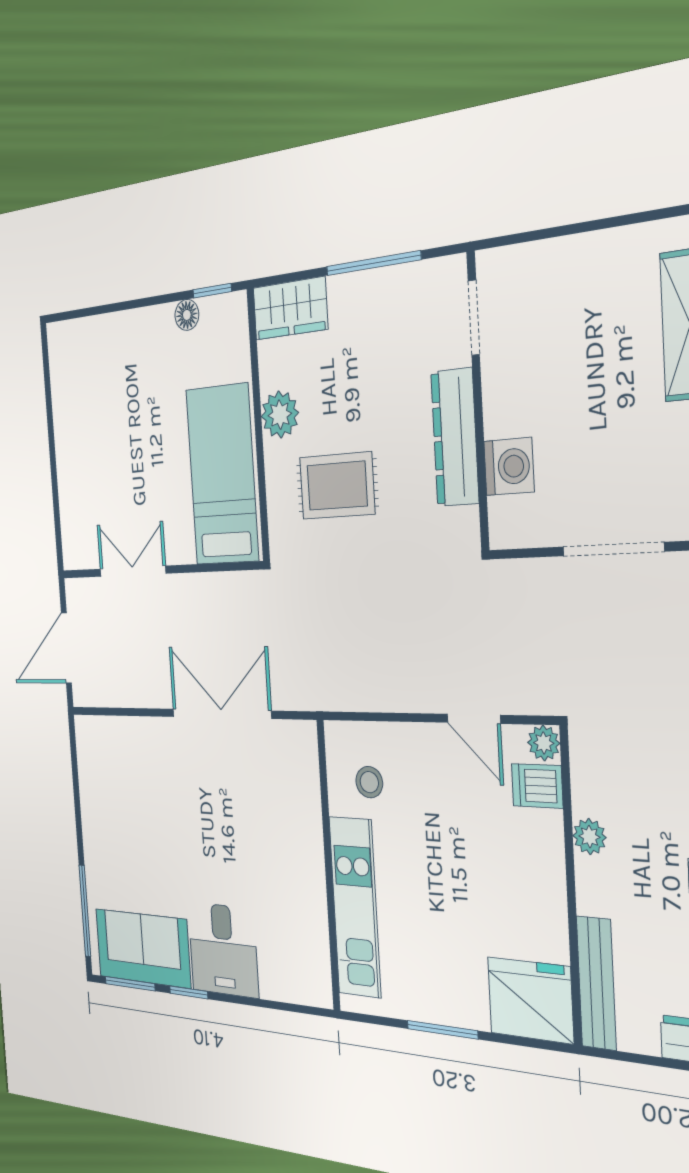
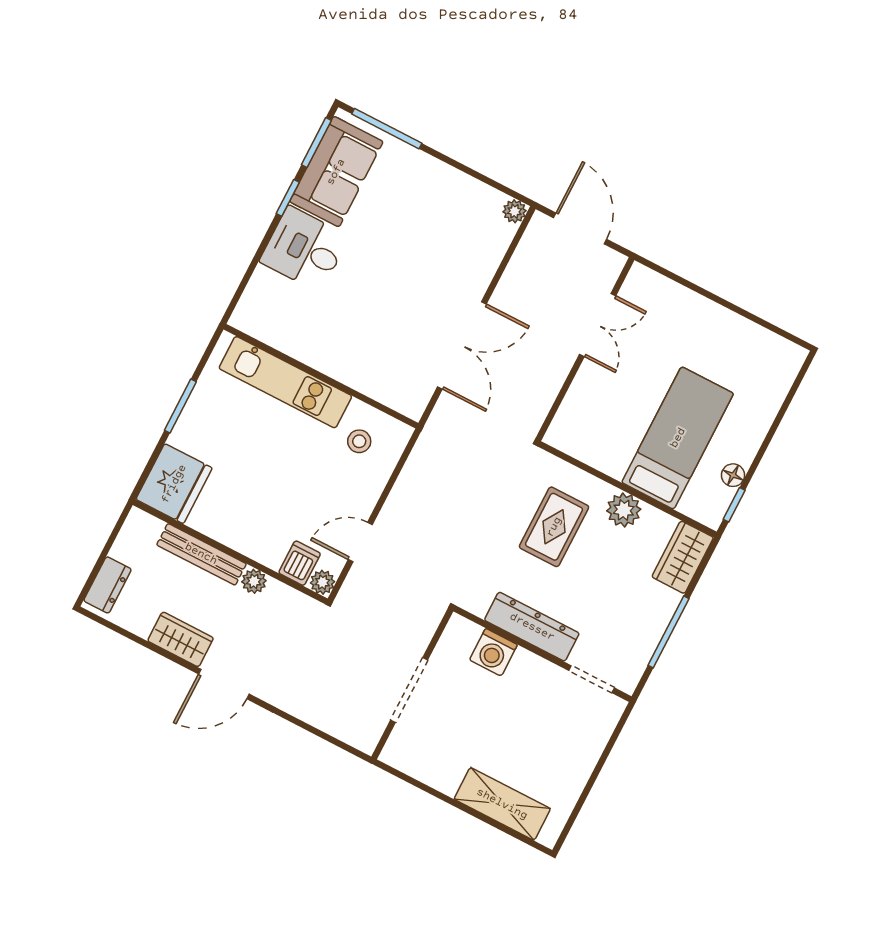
bed: (222, 475) -> (678, 438), moved, turned -90
plant: (85, 729) -> (515, 211), added
bench: (596, 983) -> (201, 554), moved

